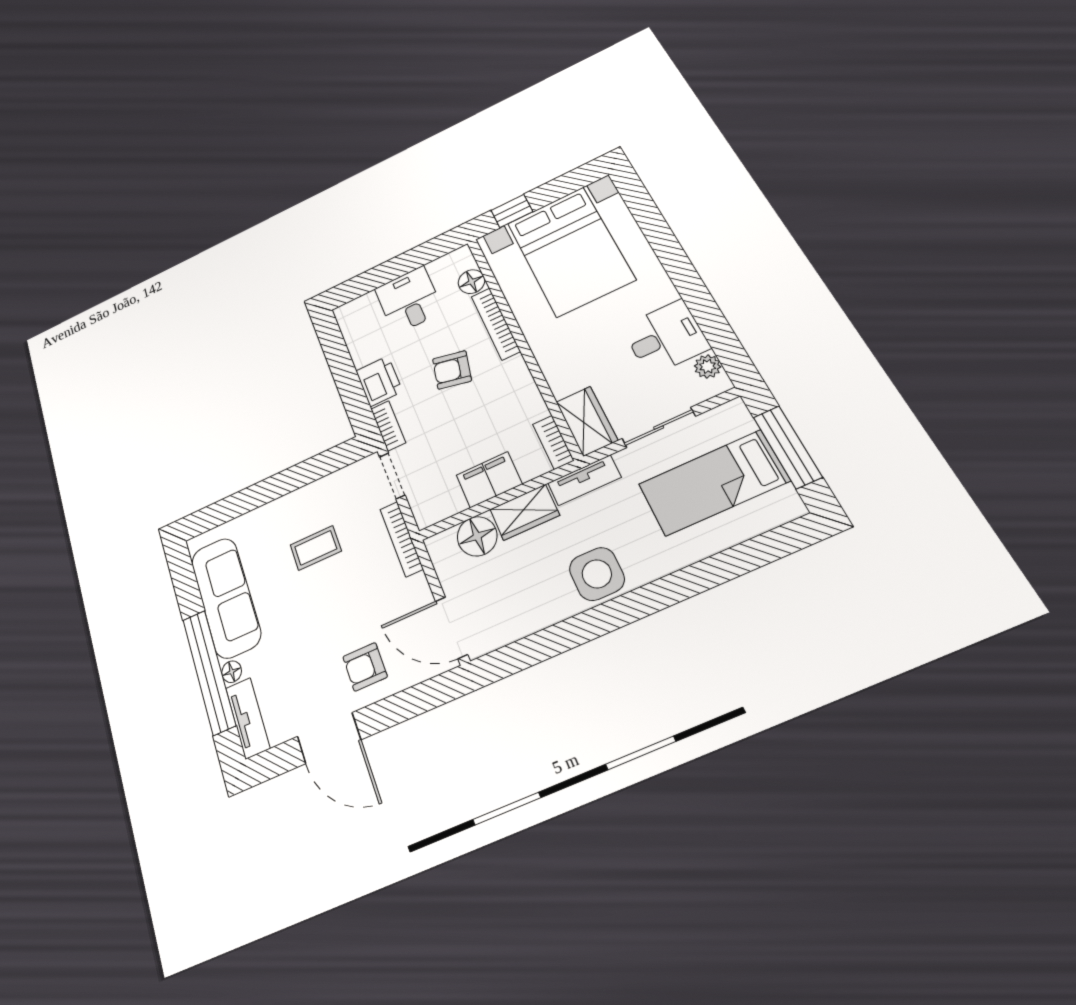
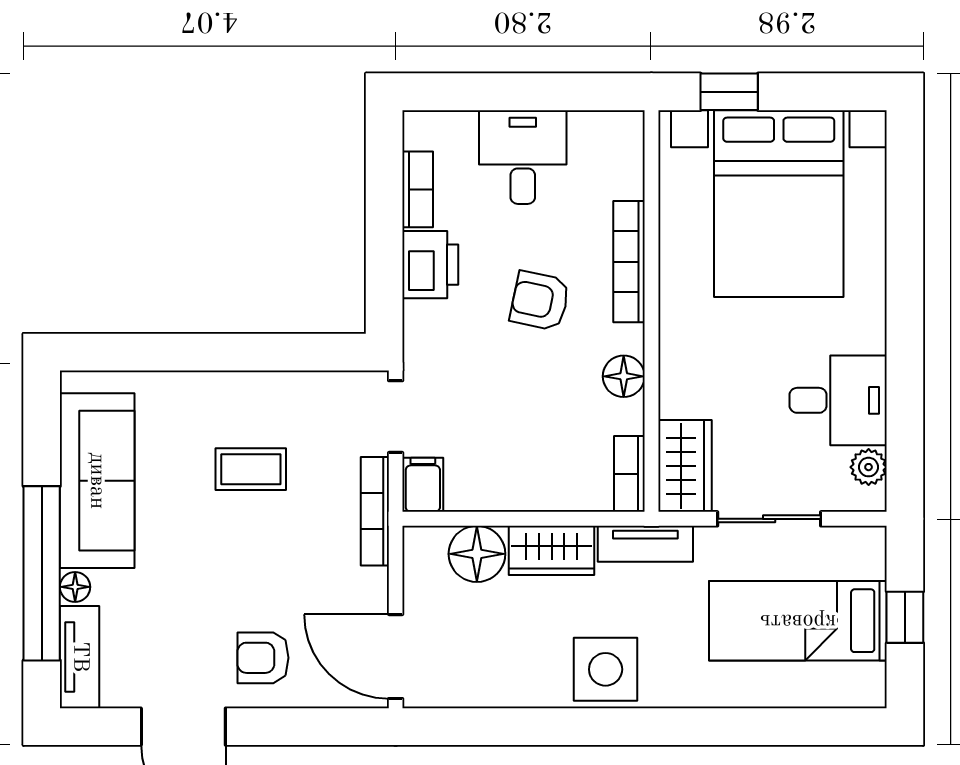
floor lamp: (472, 282) -> (624, 376), moved
bookcase: (388, 426) -> (418, 189), moved
window: (787, 447) -> (905, 617), width x0.46
filing cabinet: (489, 480) -> (423, 485), moved, width x0.50

